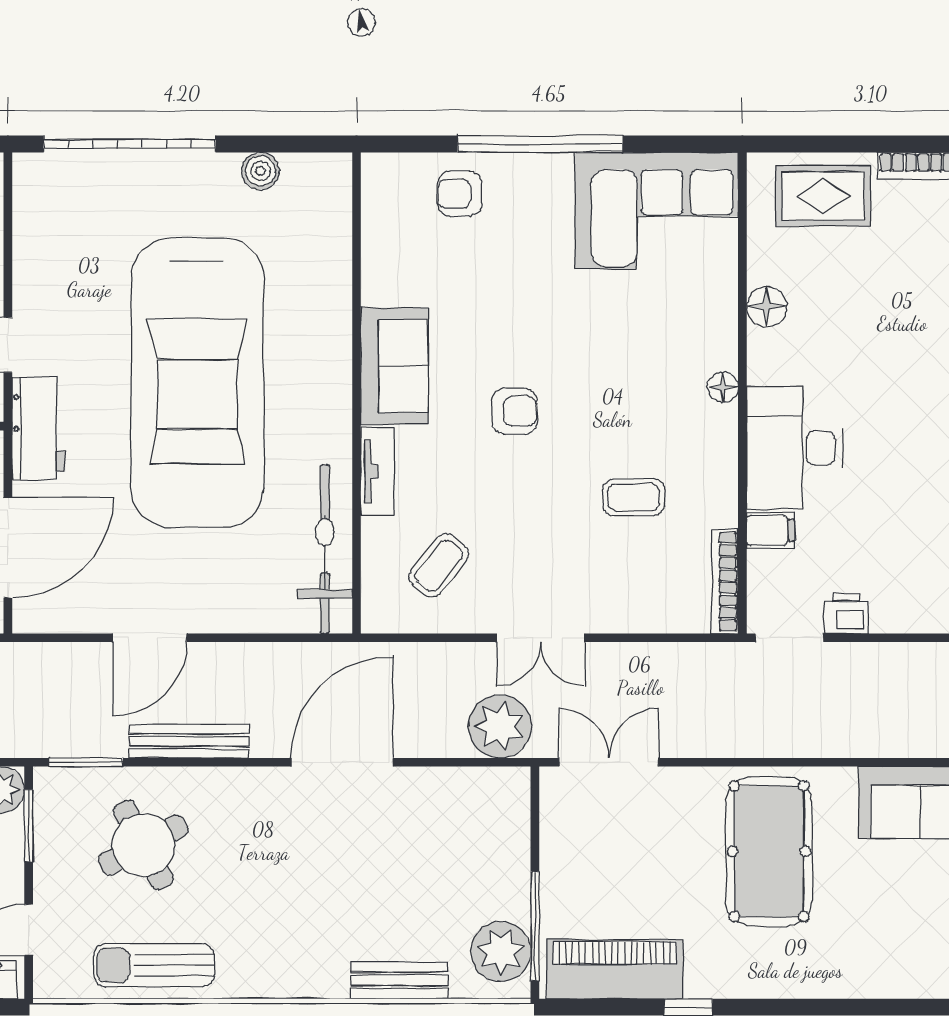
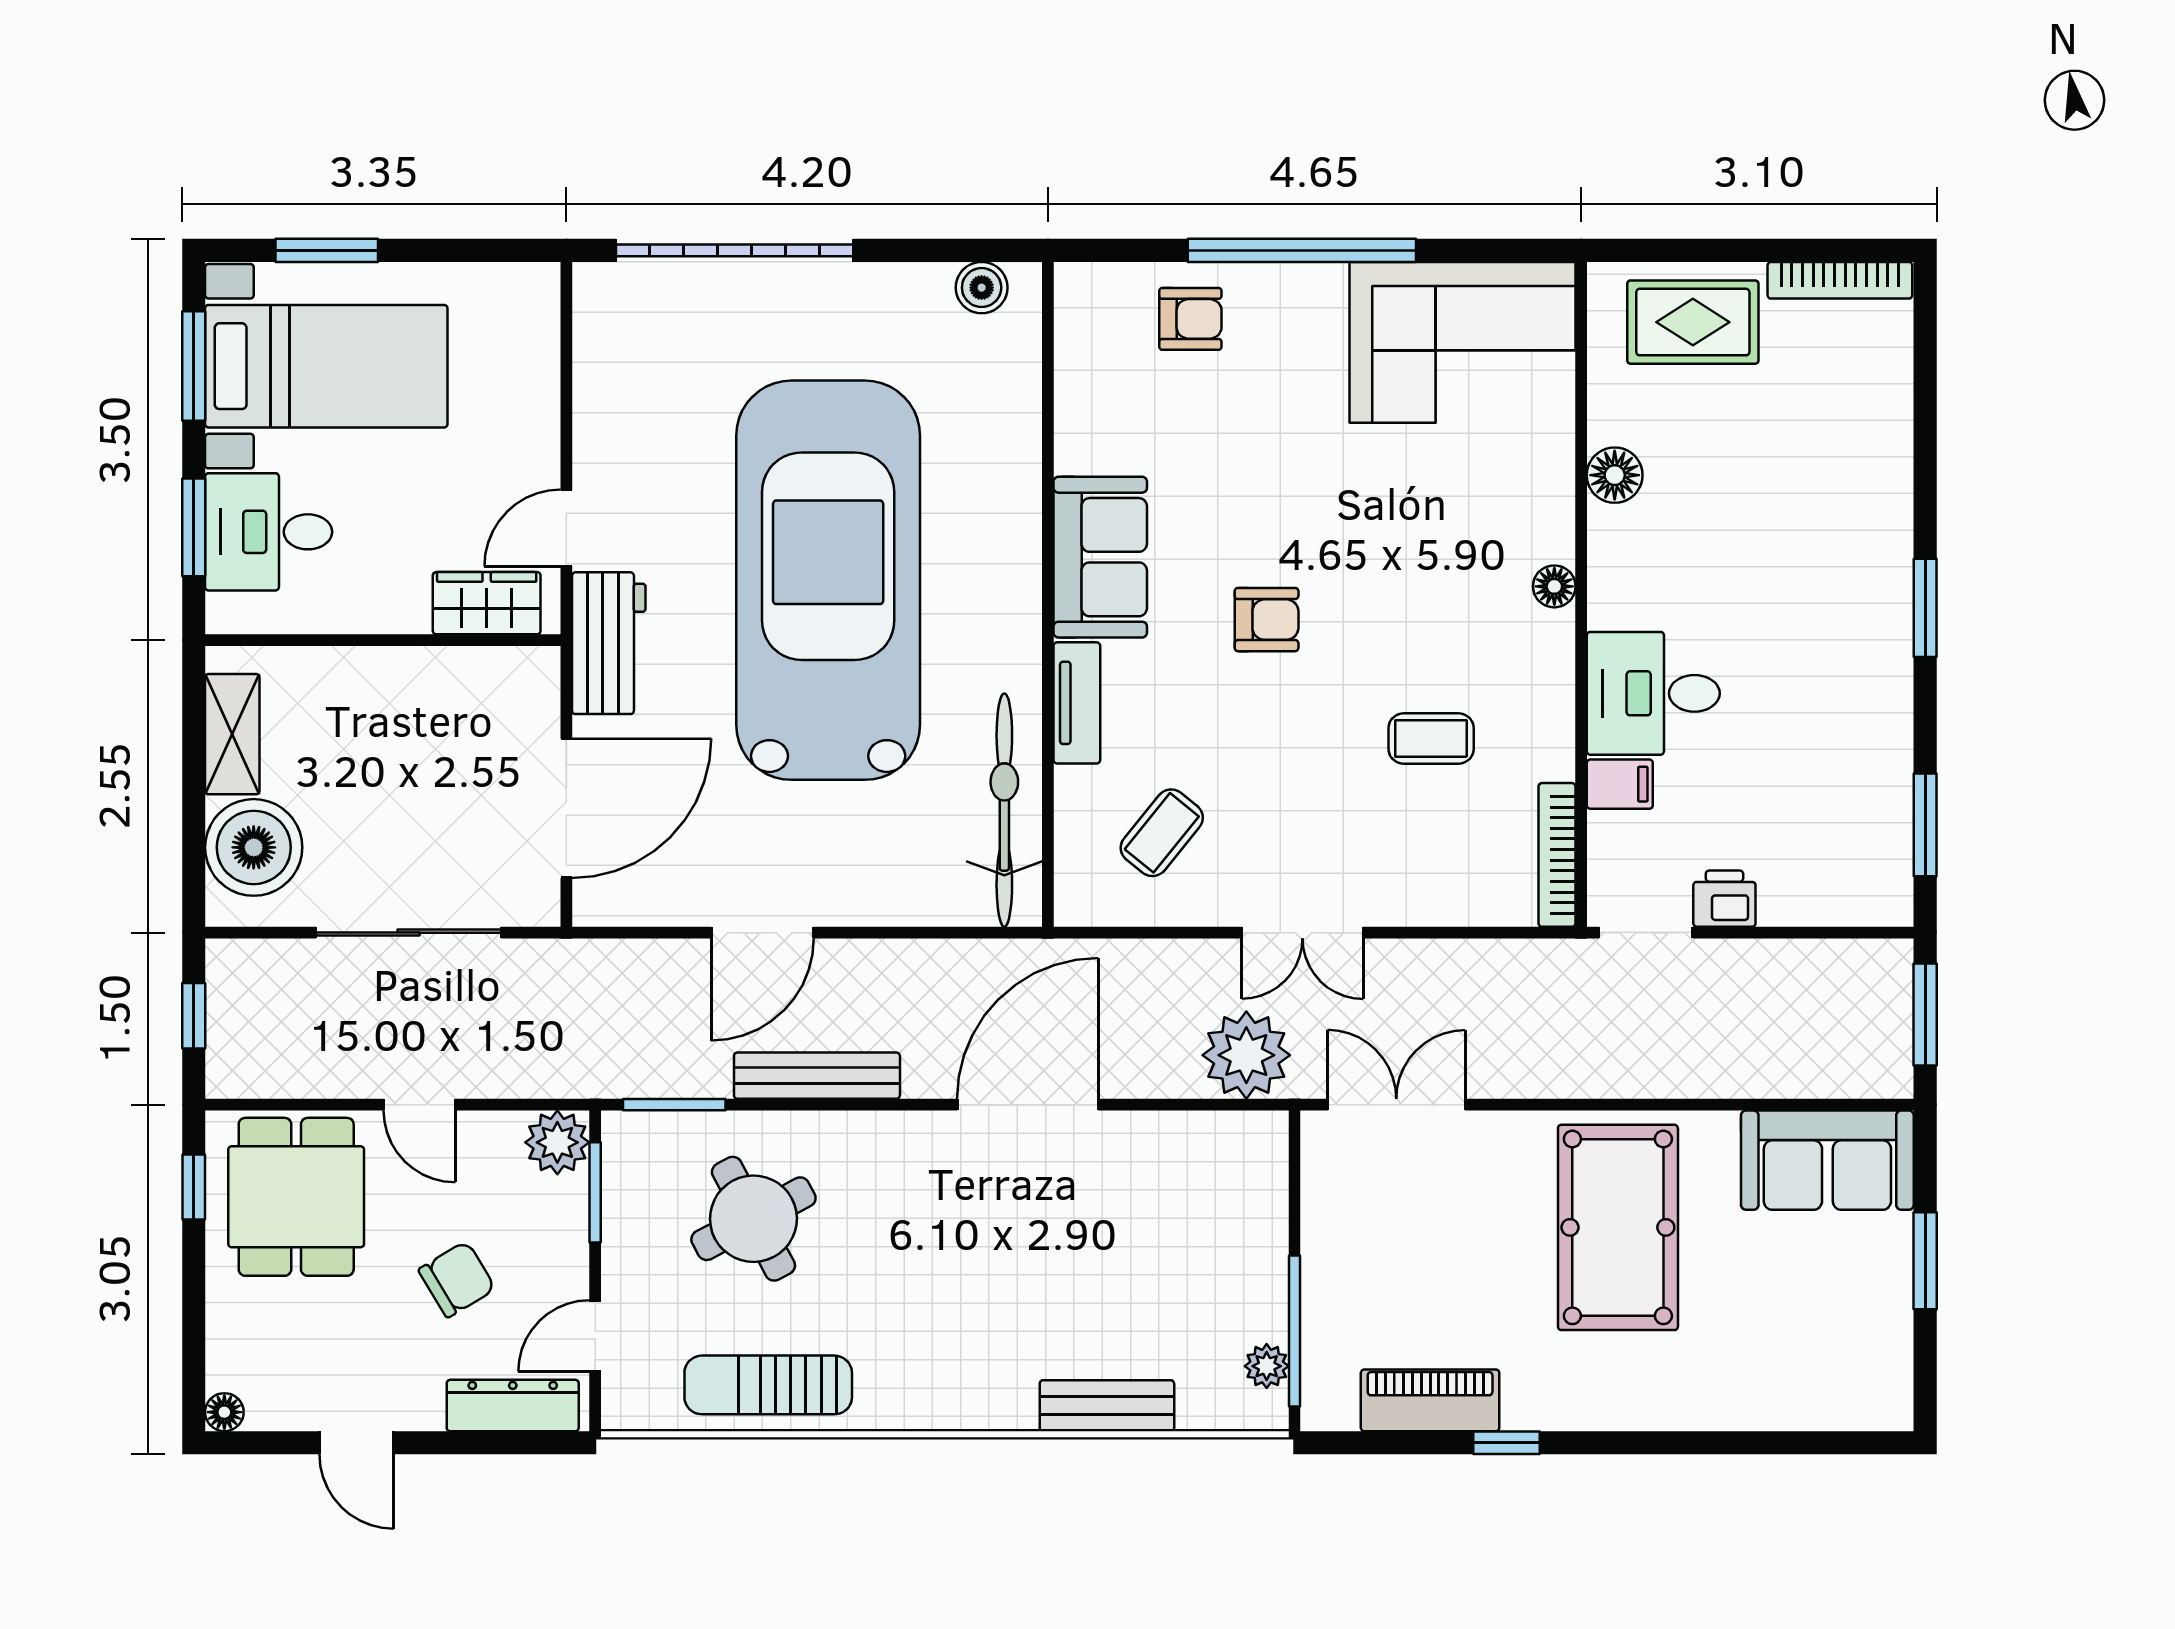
boiler: (260, 171) -> (982, 288), moved
armchair: (460, 194) -> (1190, 319), turned 180
car: (197, 383) -> (828, 580), turned 180
desk: (795, 448) -> (1653, 693), width x0.73
plant: (501, 952) -> (1267, 1366), width x0.53, depth x0.53
piano: (615, 969) -> (1430, 1400), width x0.73, depth x0.75

